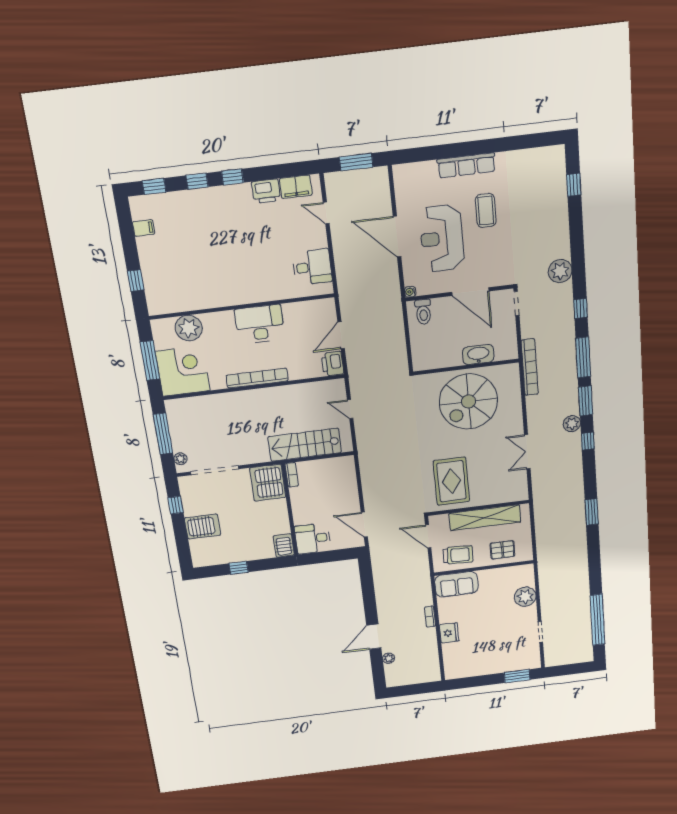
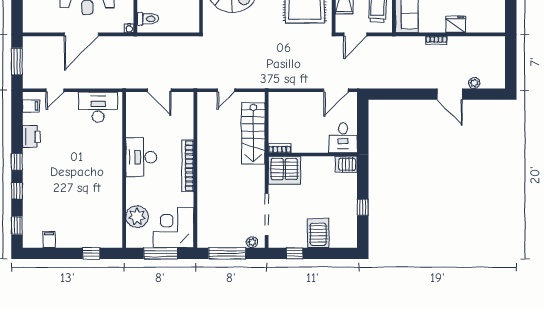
filing cabinet: (296, 187) -> (31, 106), width x0.50
desk: (312, 267) -> (98, 107), width x1.37
printer: (333, 364) -> (183, 100), removed

